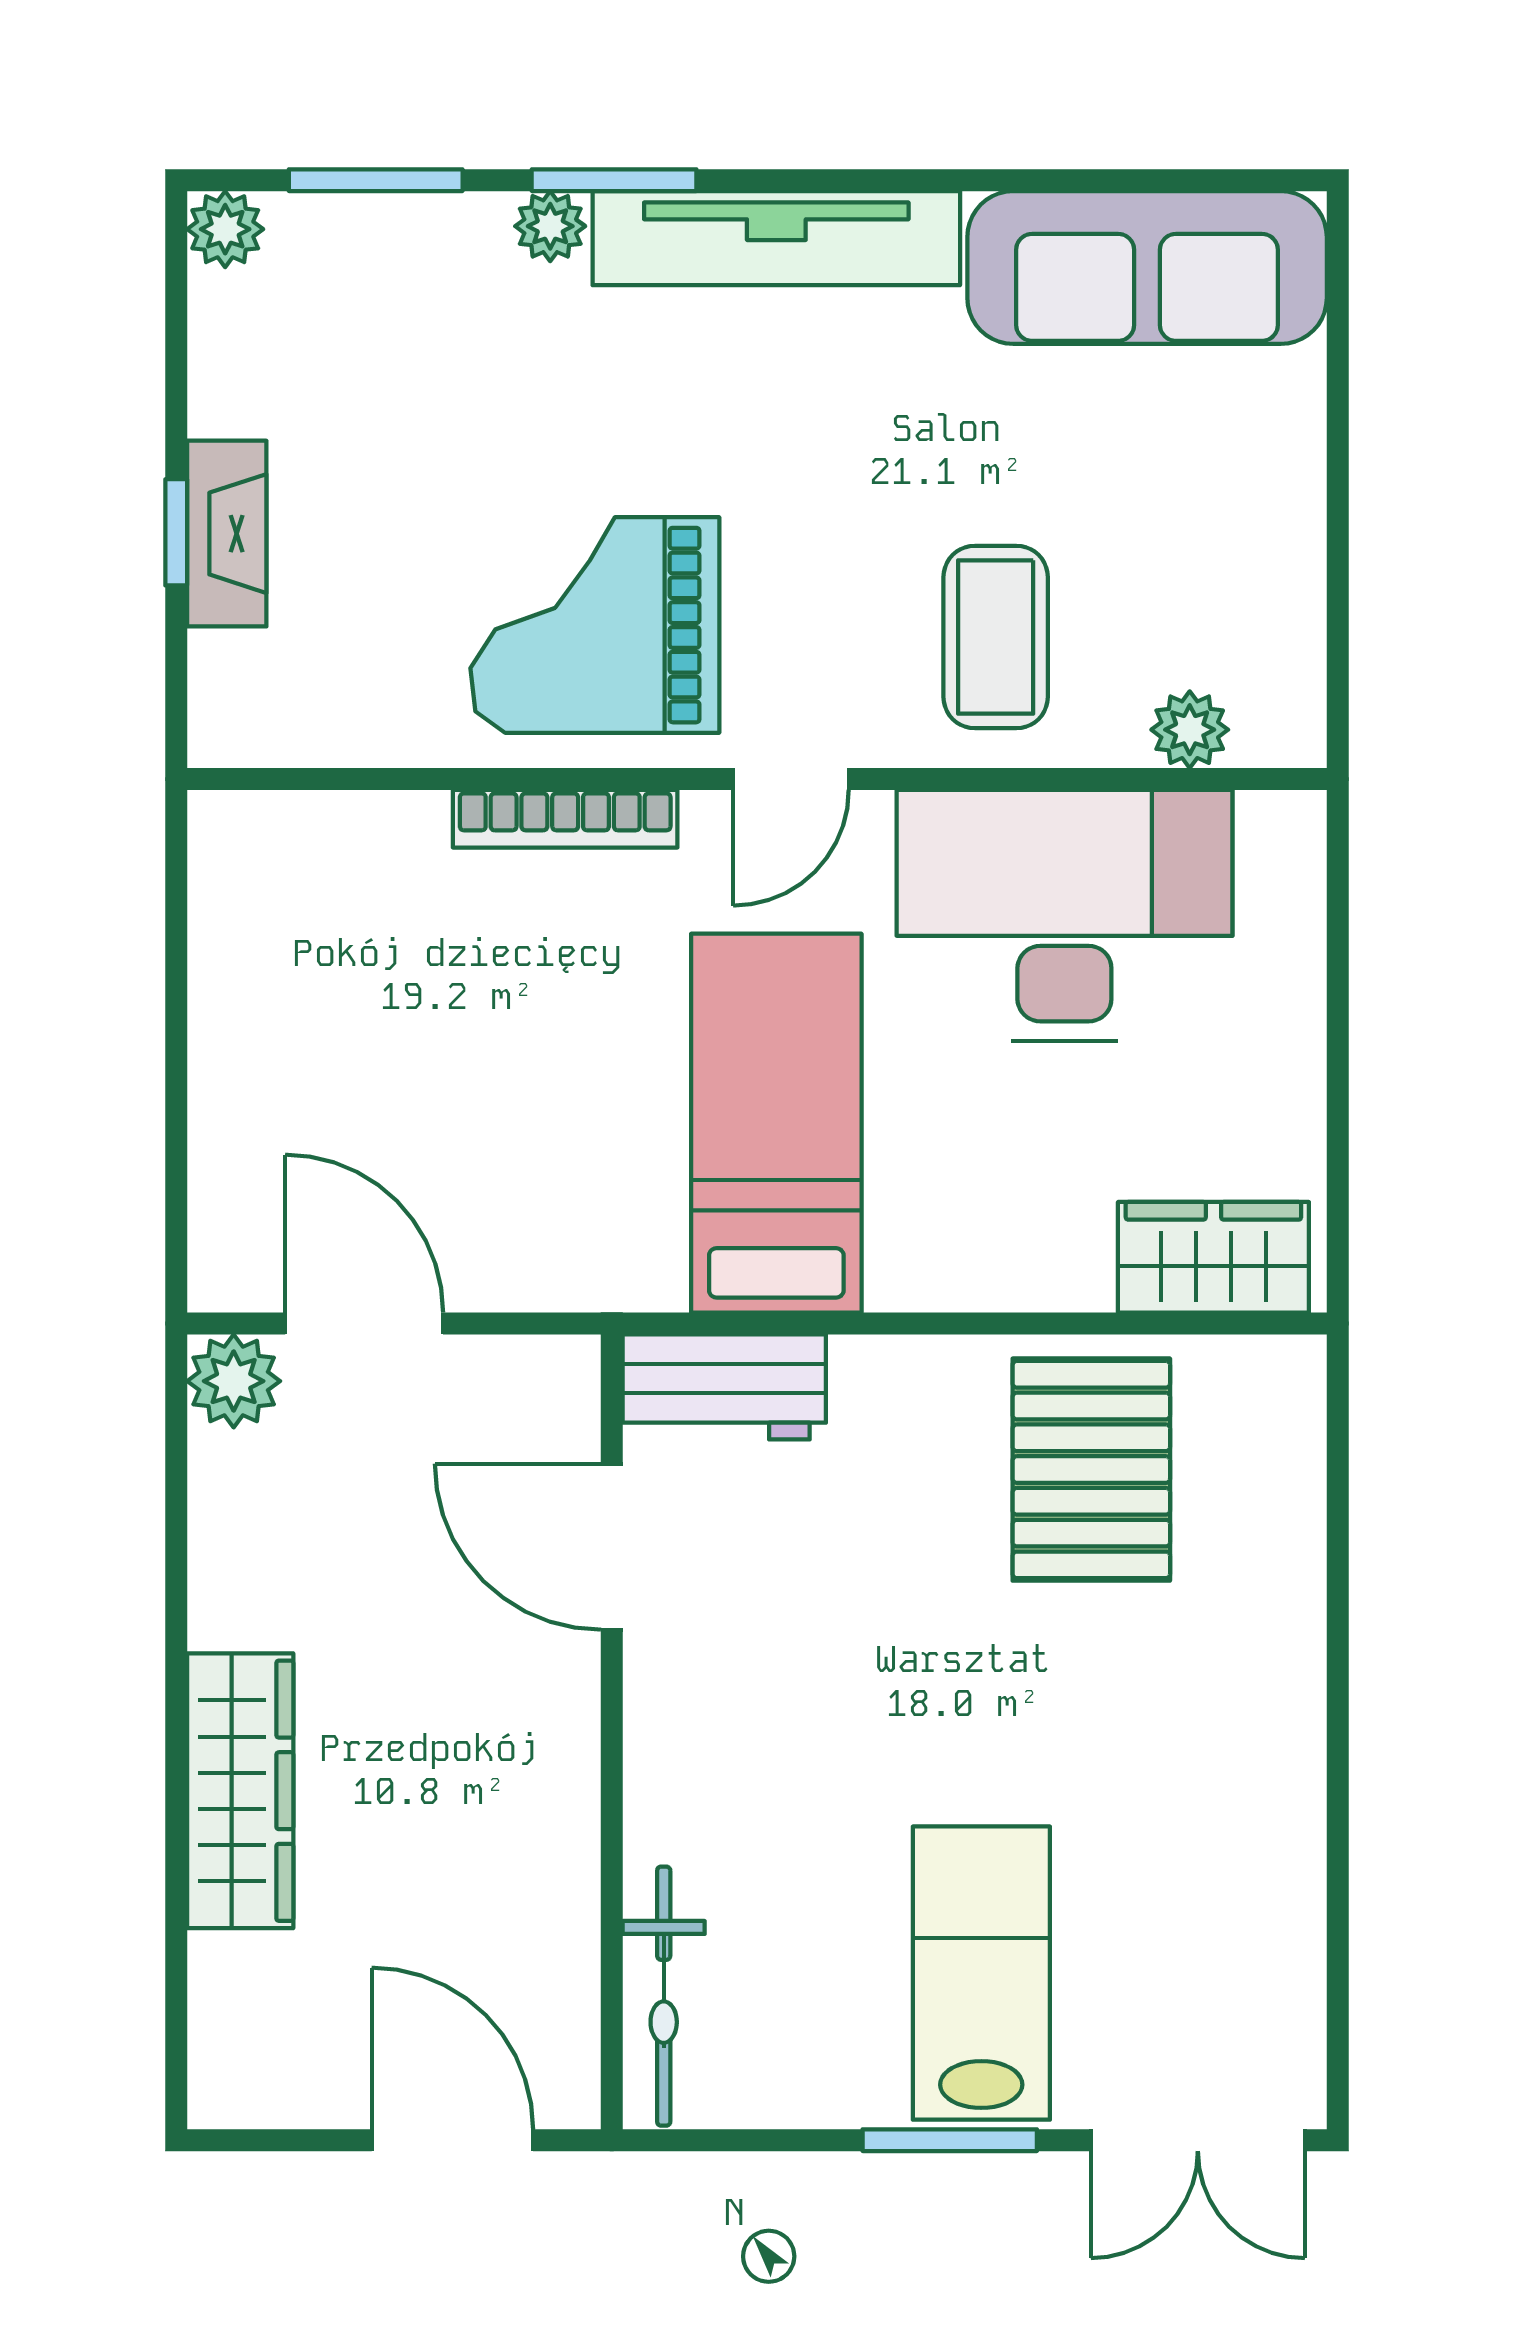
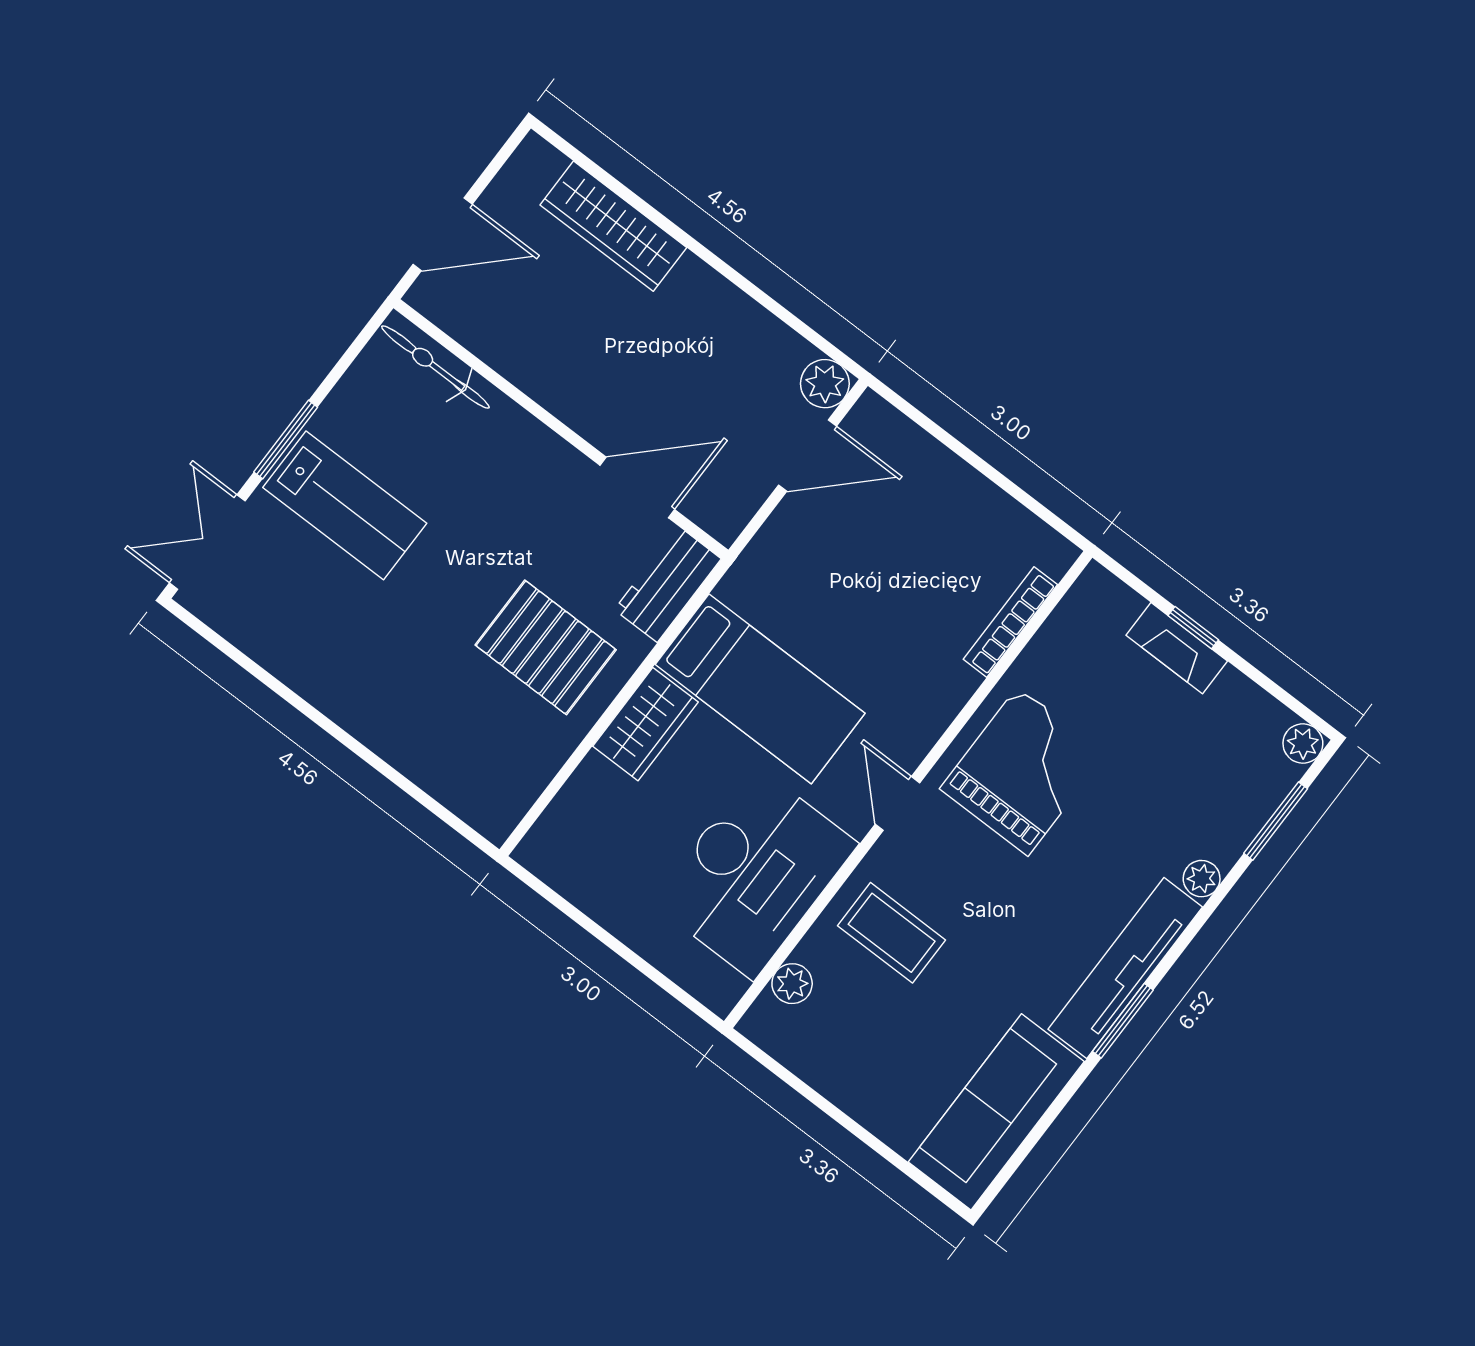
window: (614, 180) -> (1123, 1021), moved
bookcase: (565, 819) -> (1010, 622), moved
wardrobe: (1213, 1257) -> (645, 724), moved
pallet: (1091, 1470) -> (546, 647), moved
wardrobe: (240, 1791) -> (613, 226), moved

